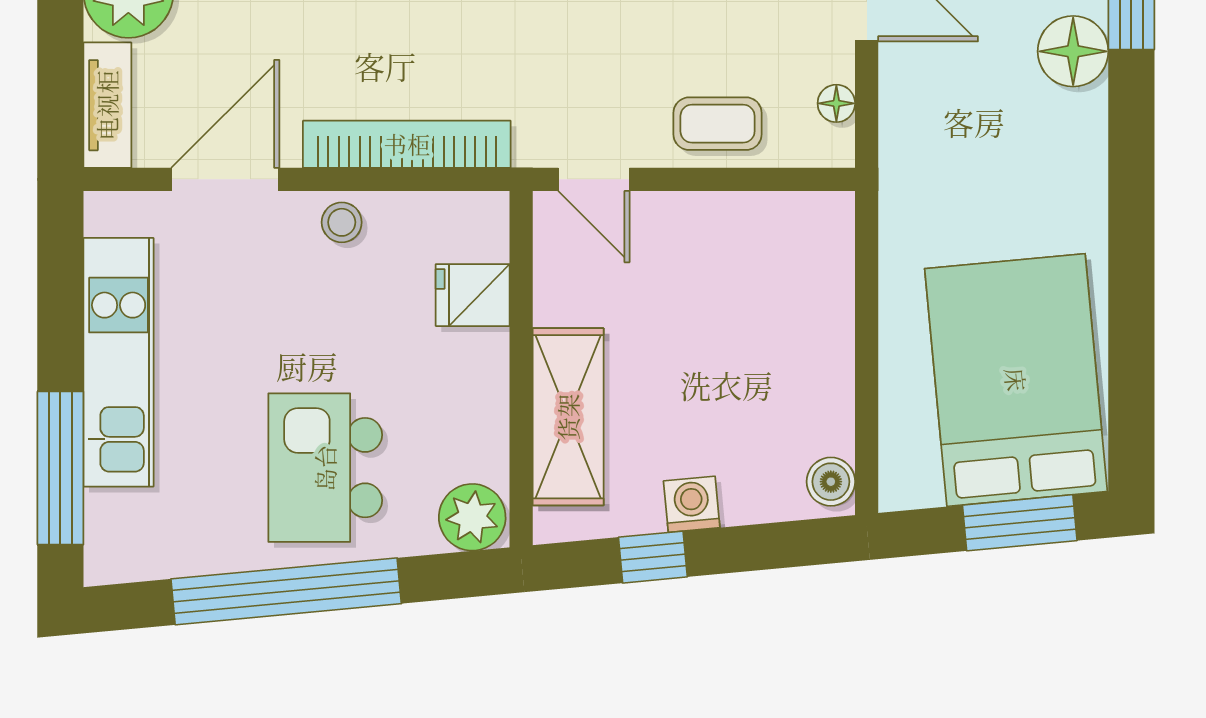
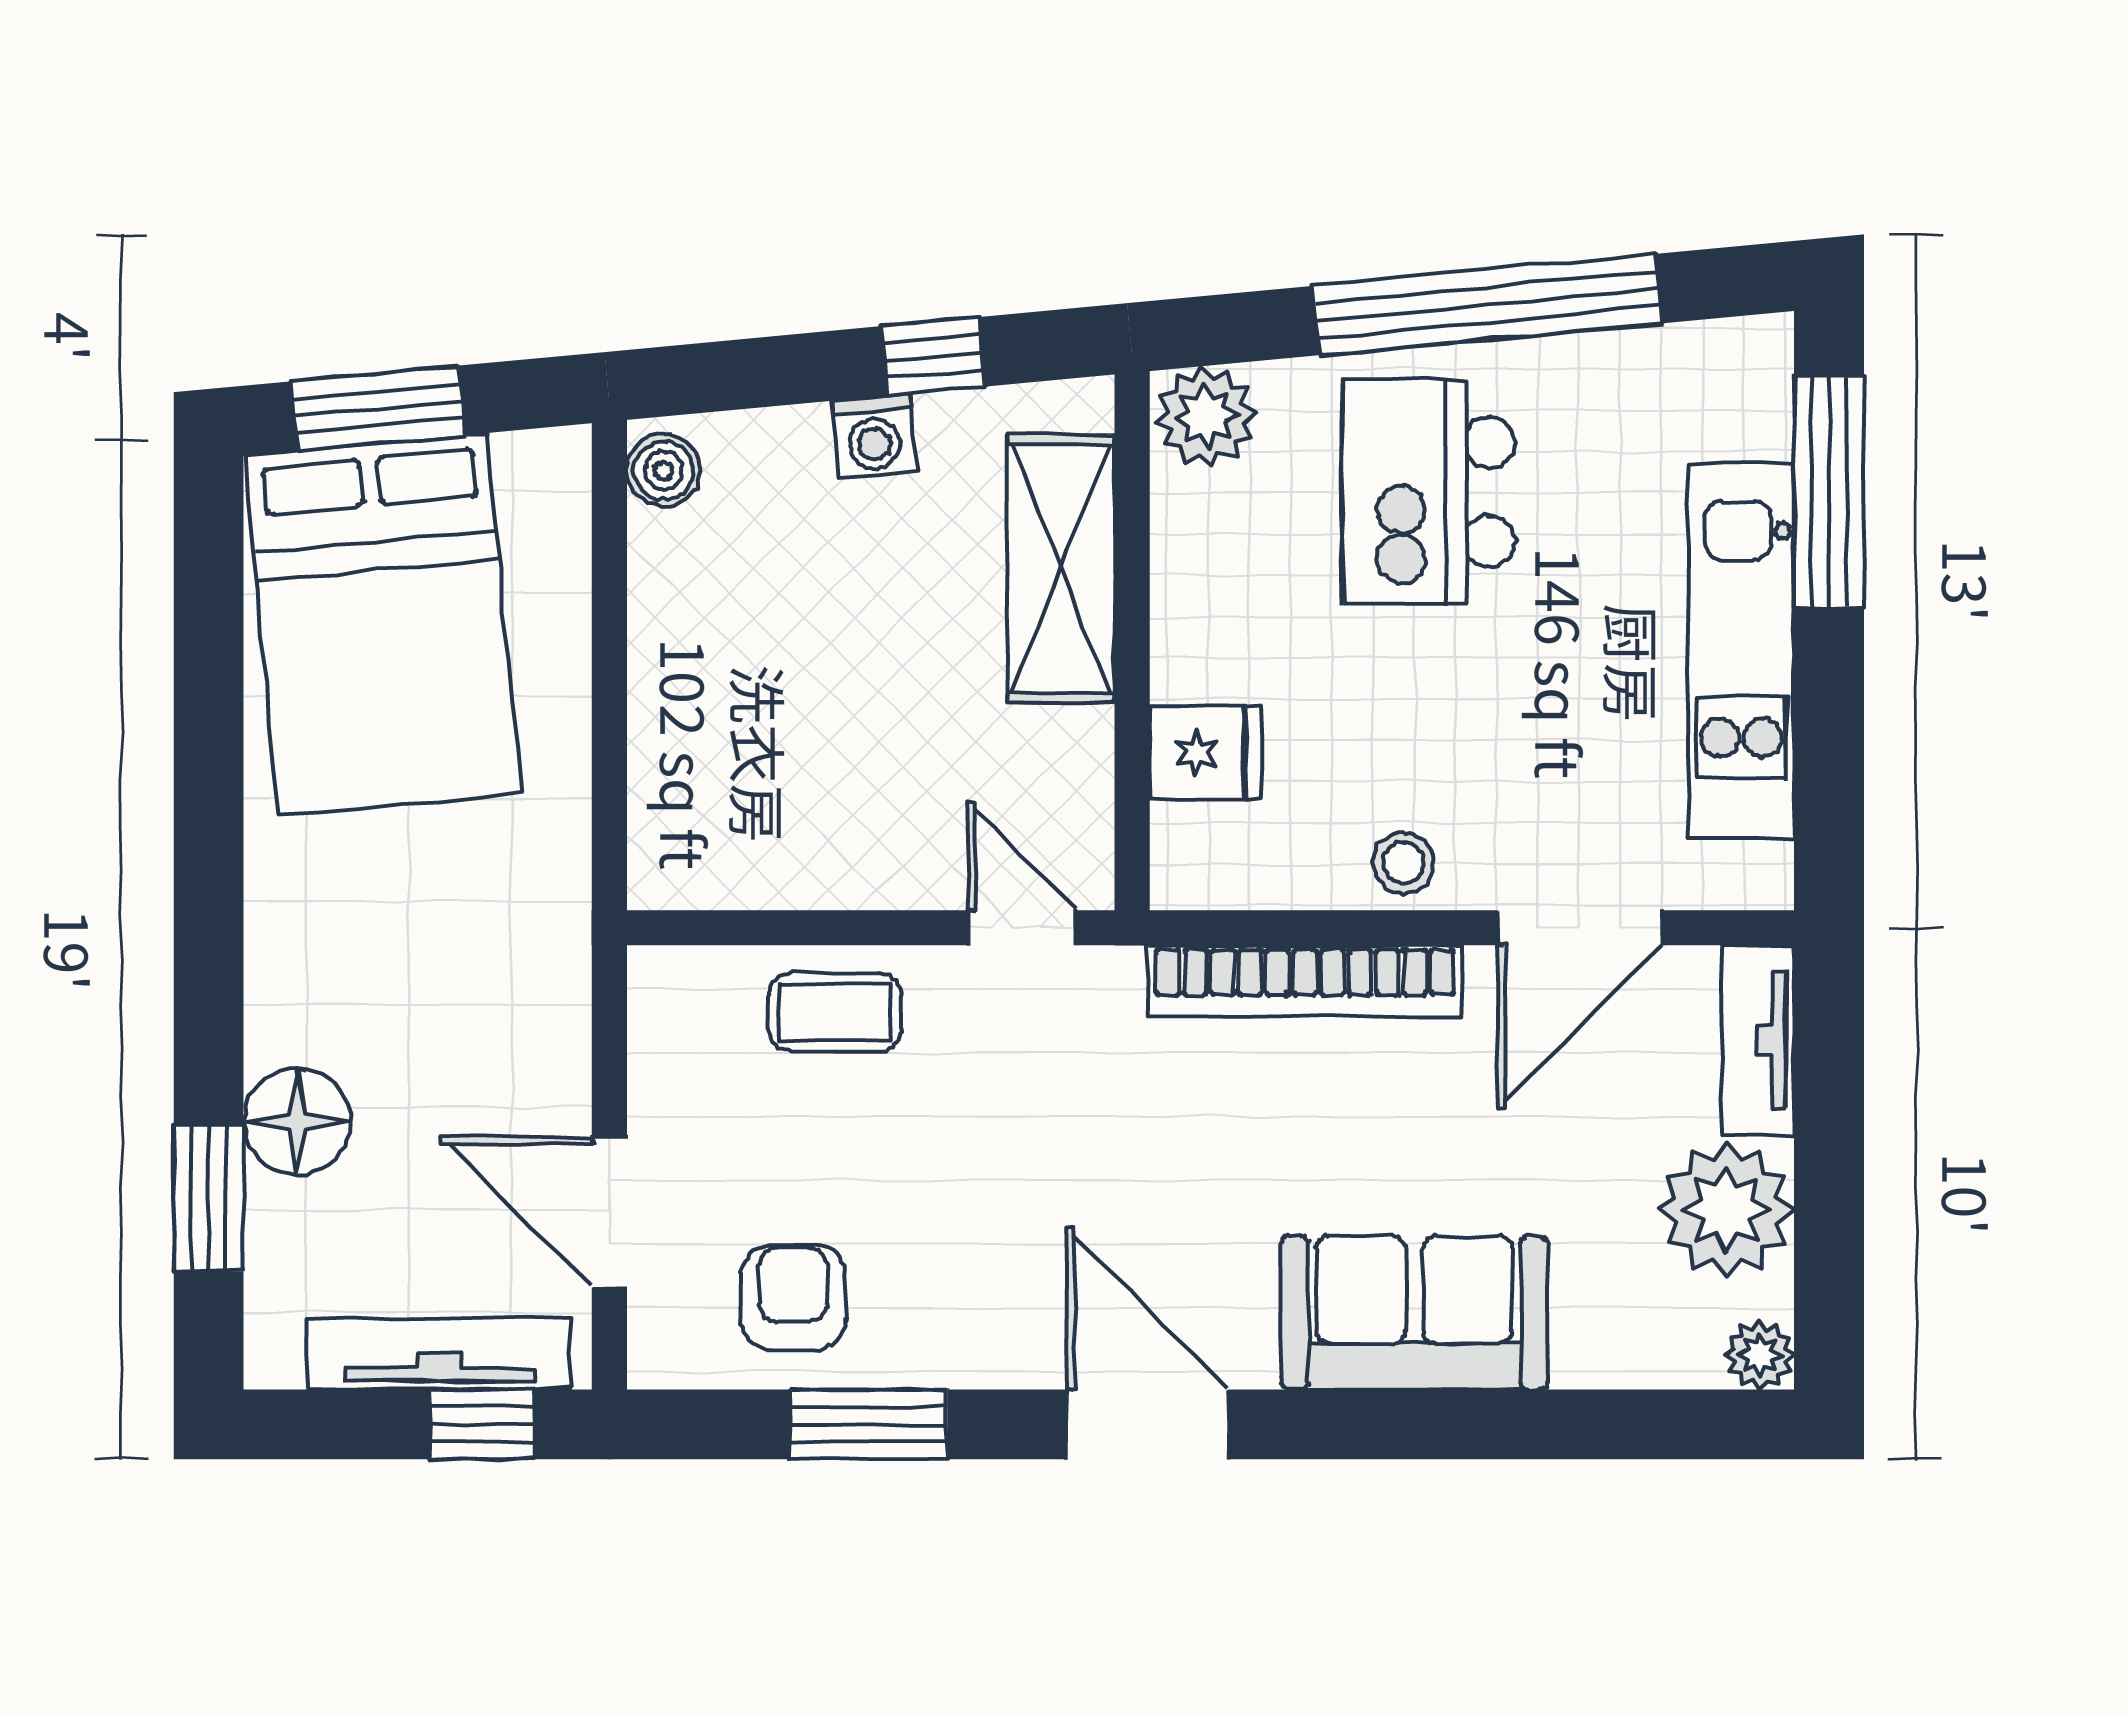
floor lamp: (836, 103) -> (655, 1043), removed
kitchen island: (325, 468) -> (1429, 492), turned 180

